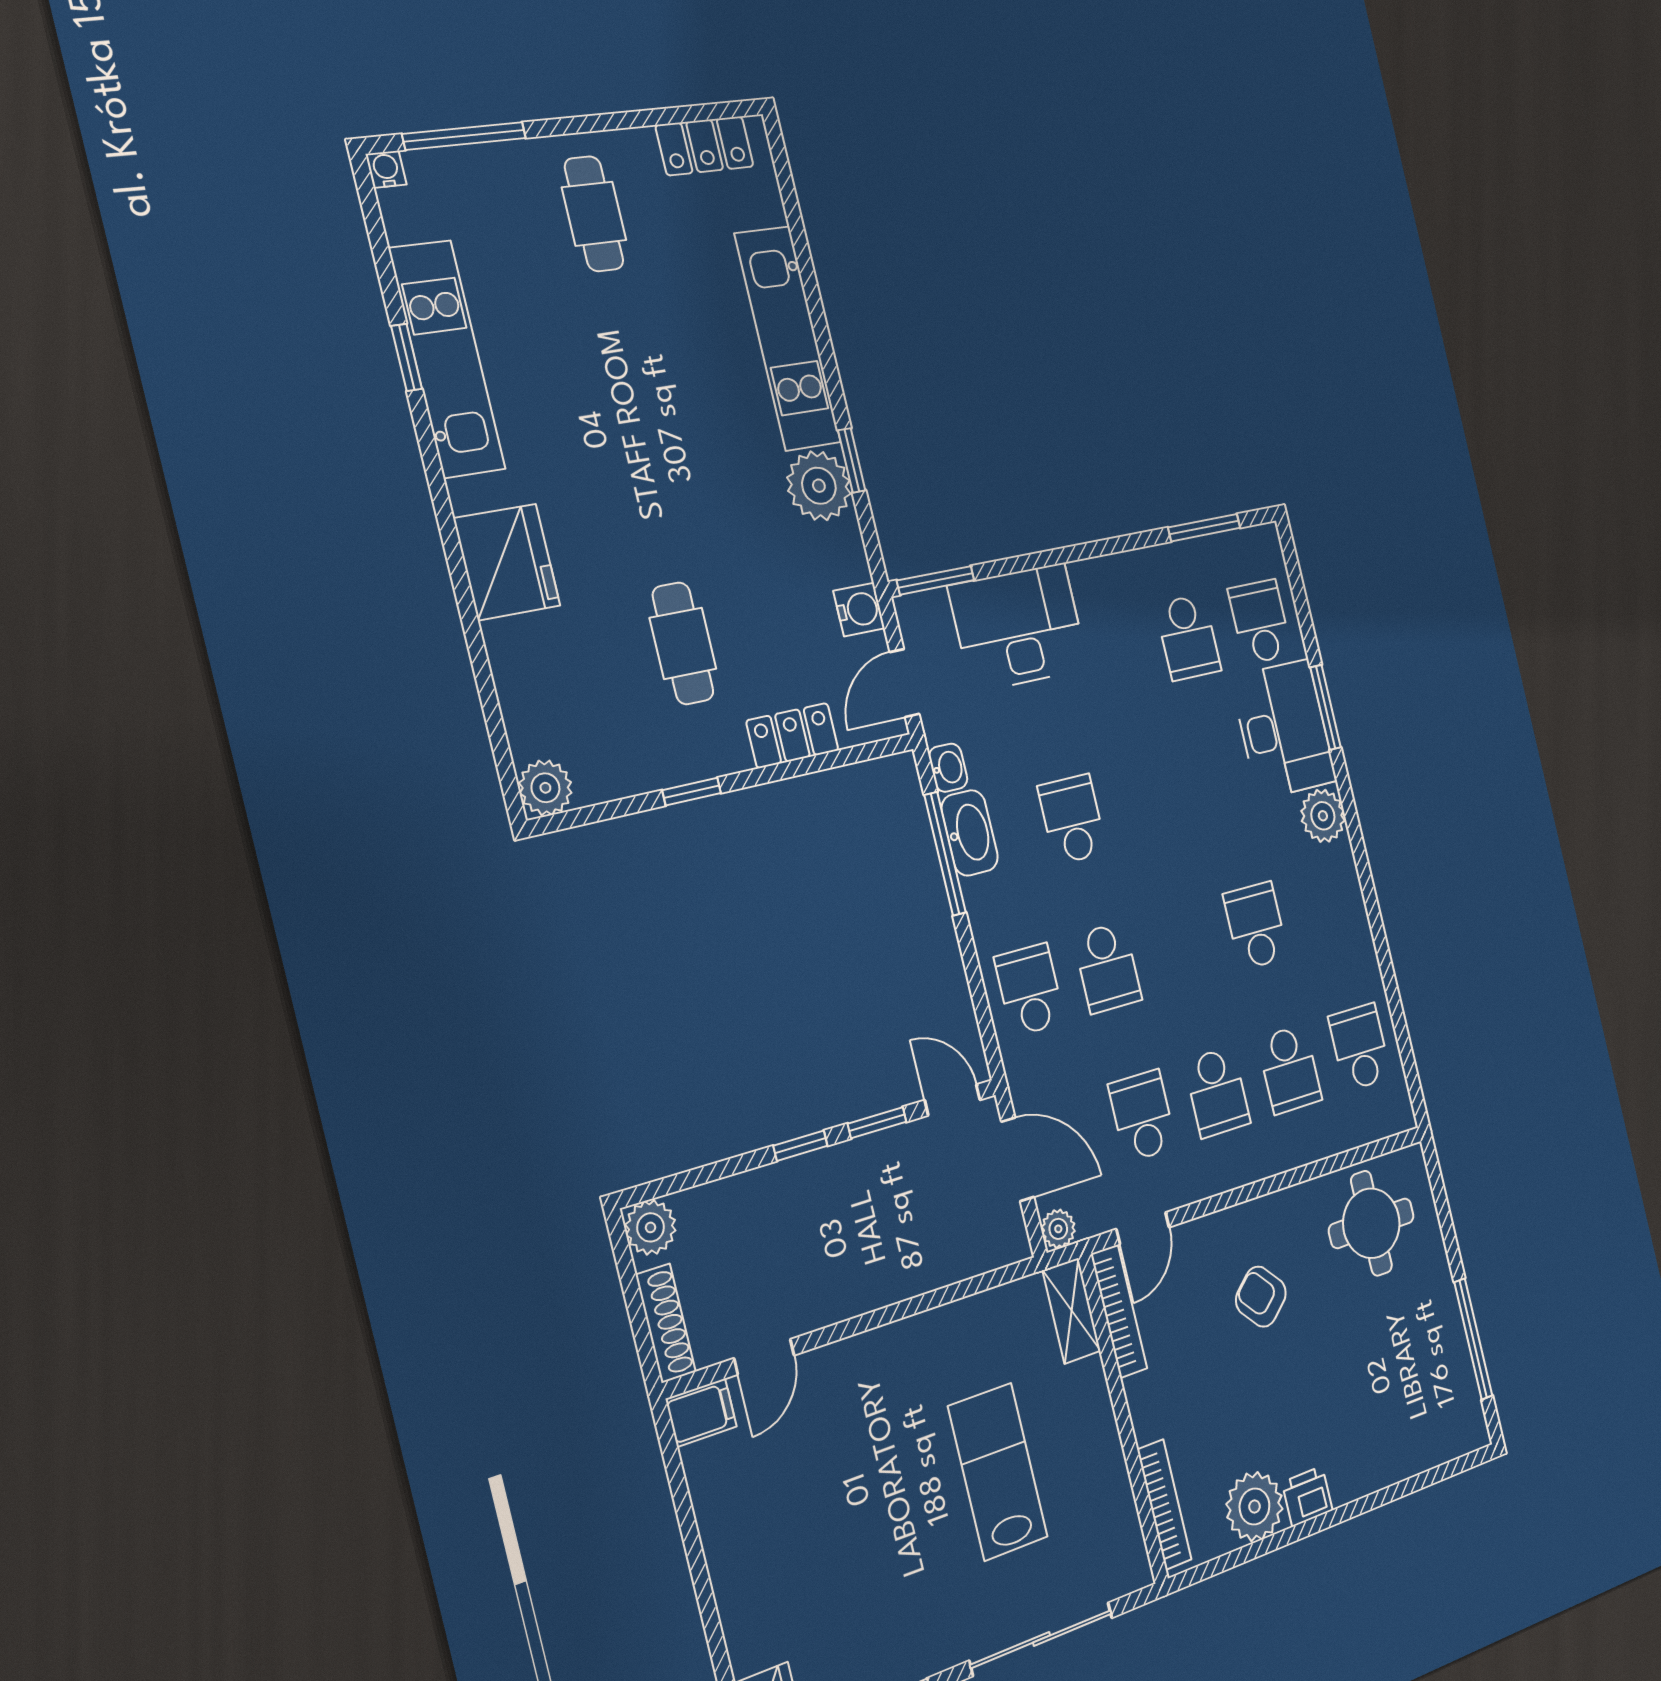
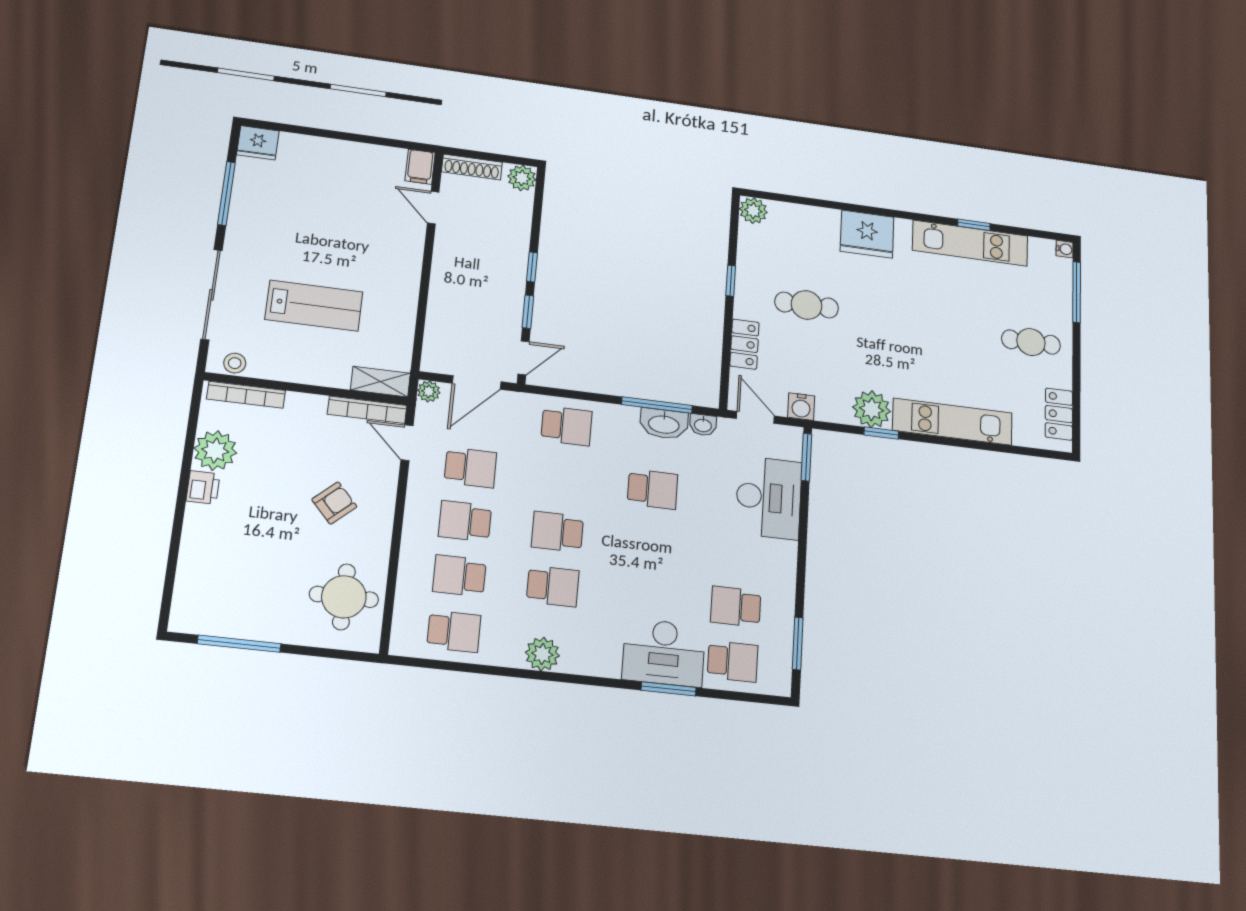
plant: (1323, 816) -> (542, 654), moved
school desk: (1107, 968) -> (557, 532), moved
stool: (1127, 1546) -> (235, 363), added

